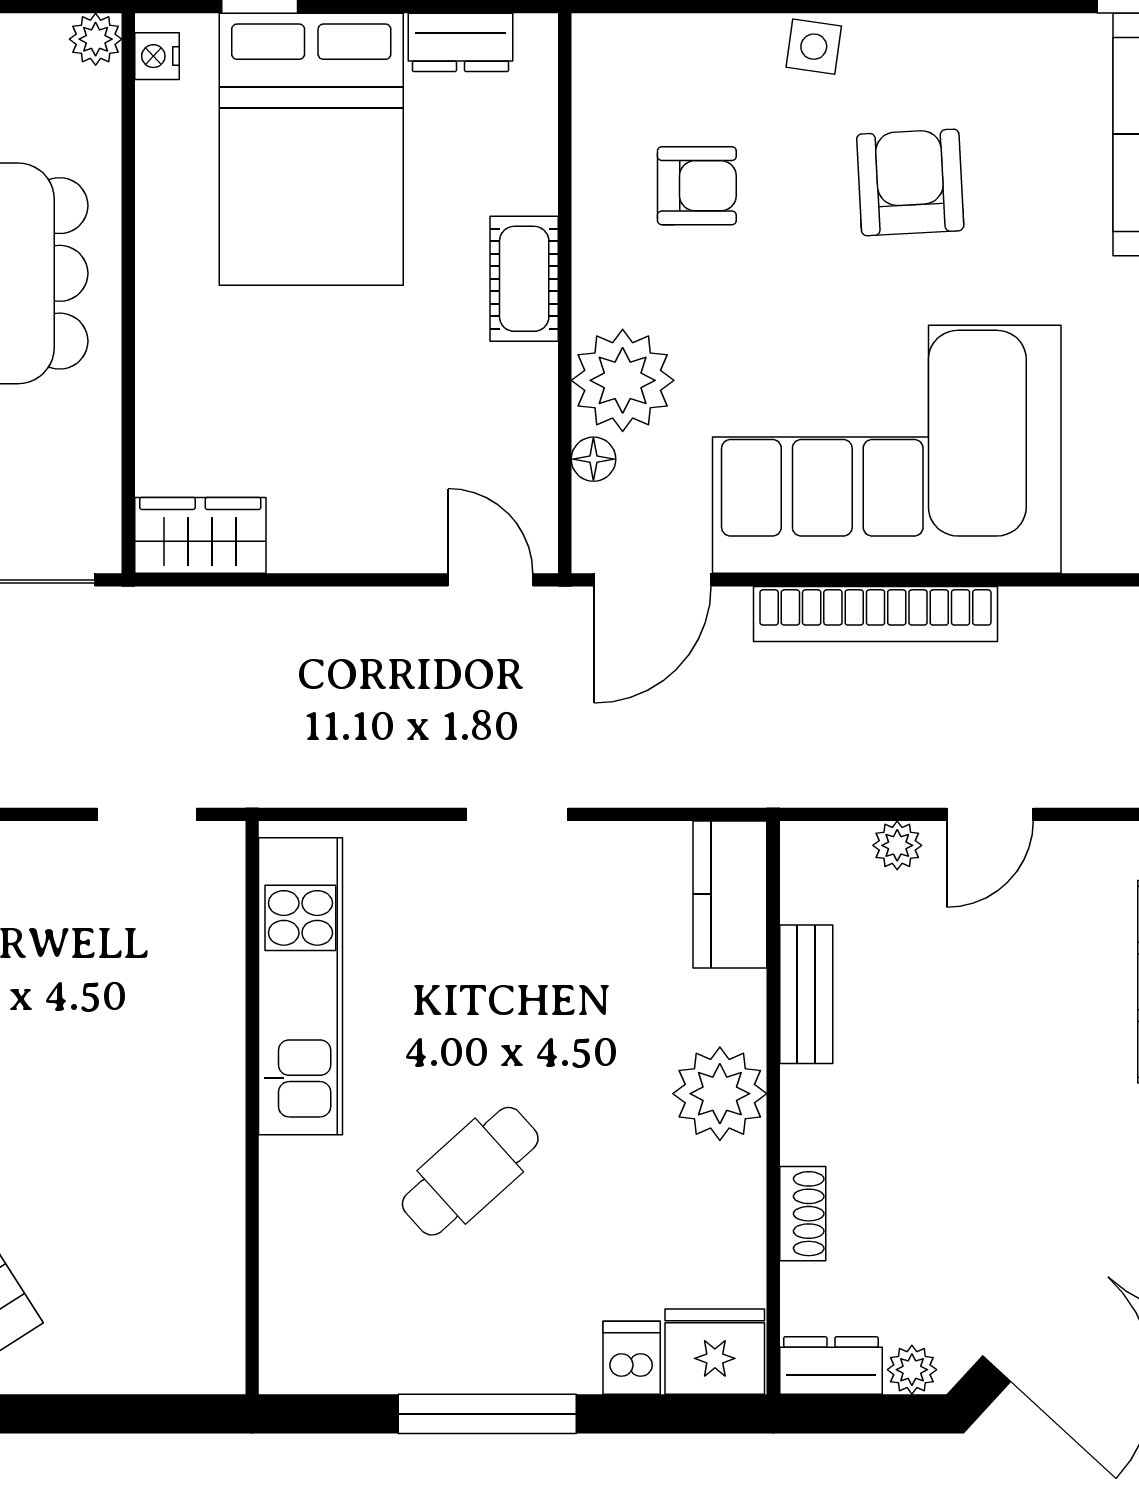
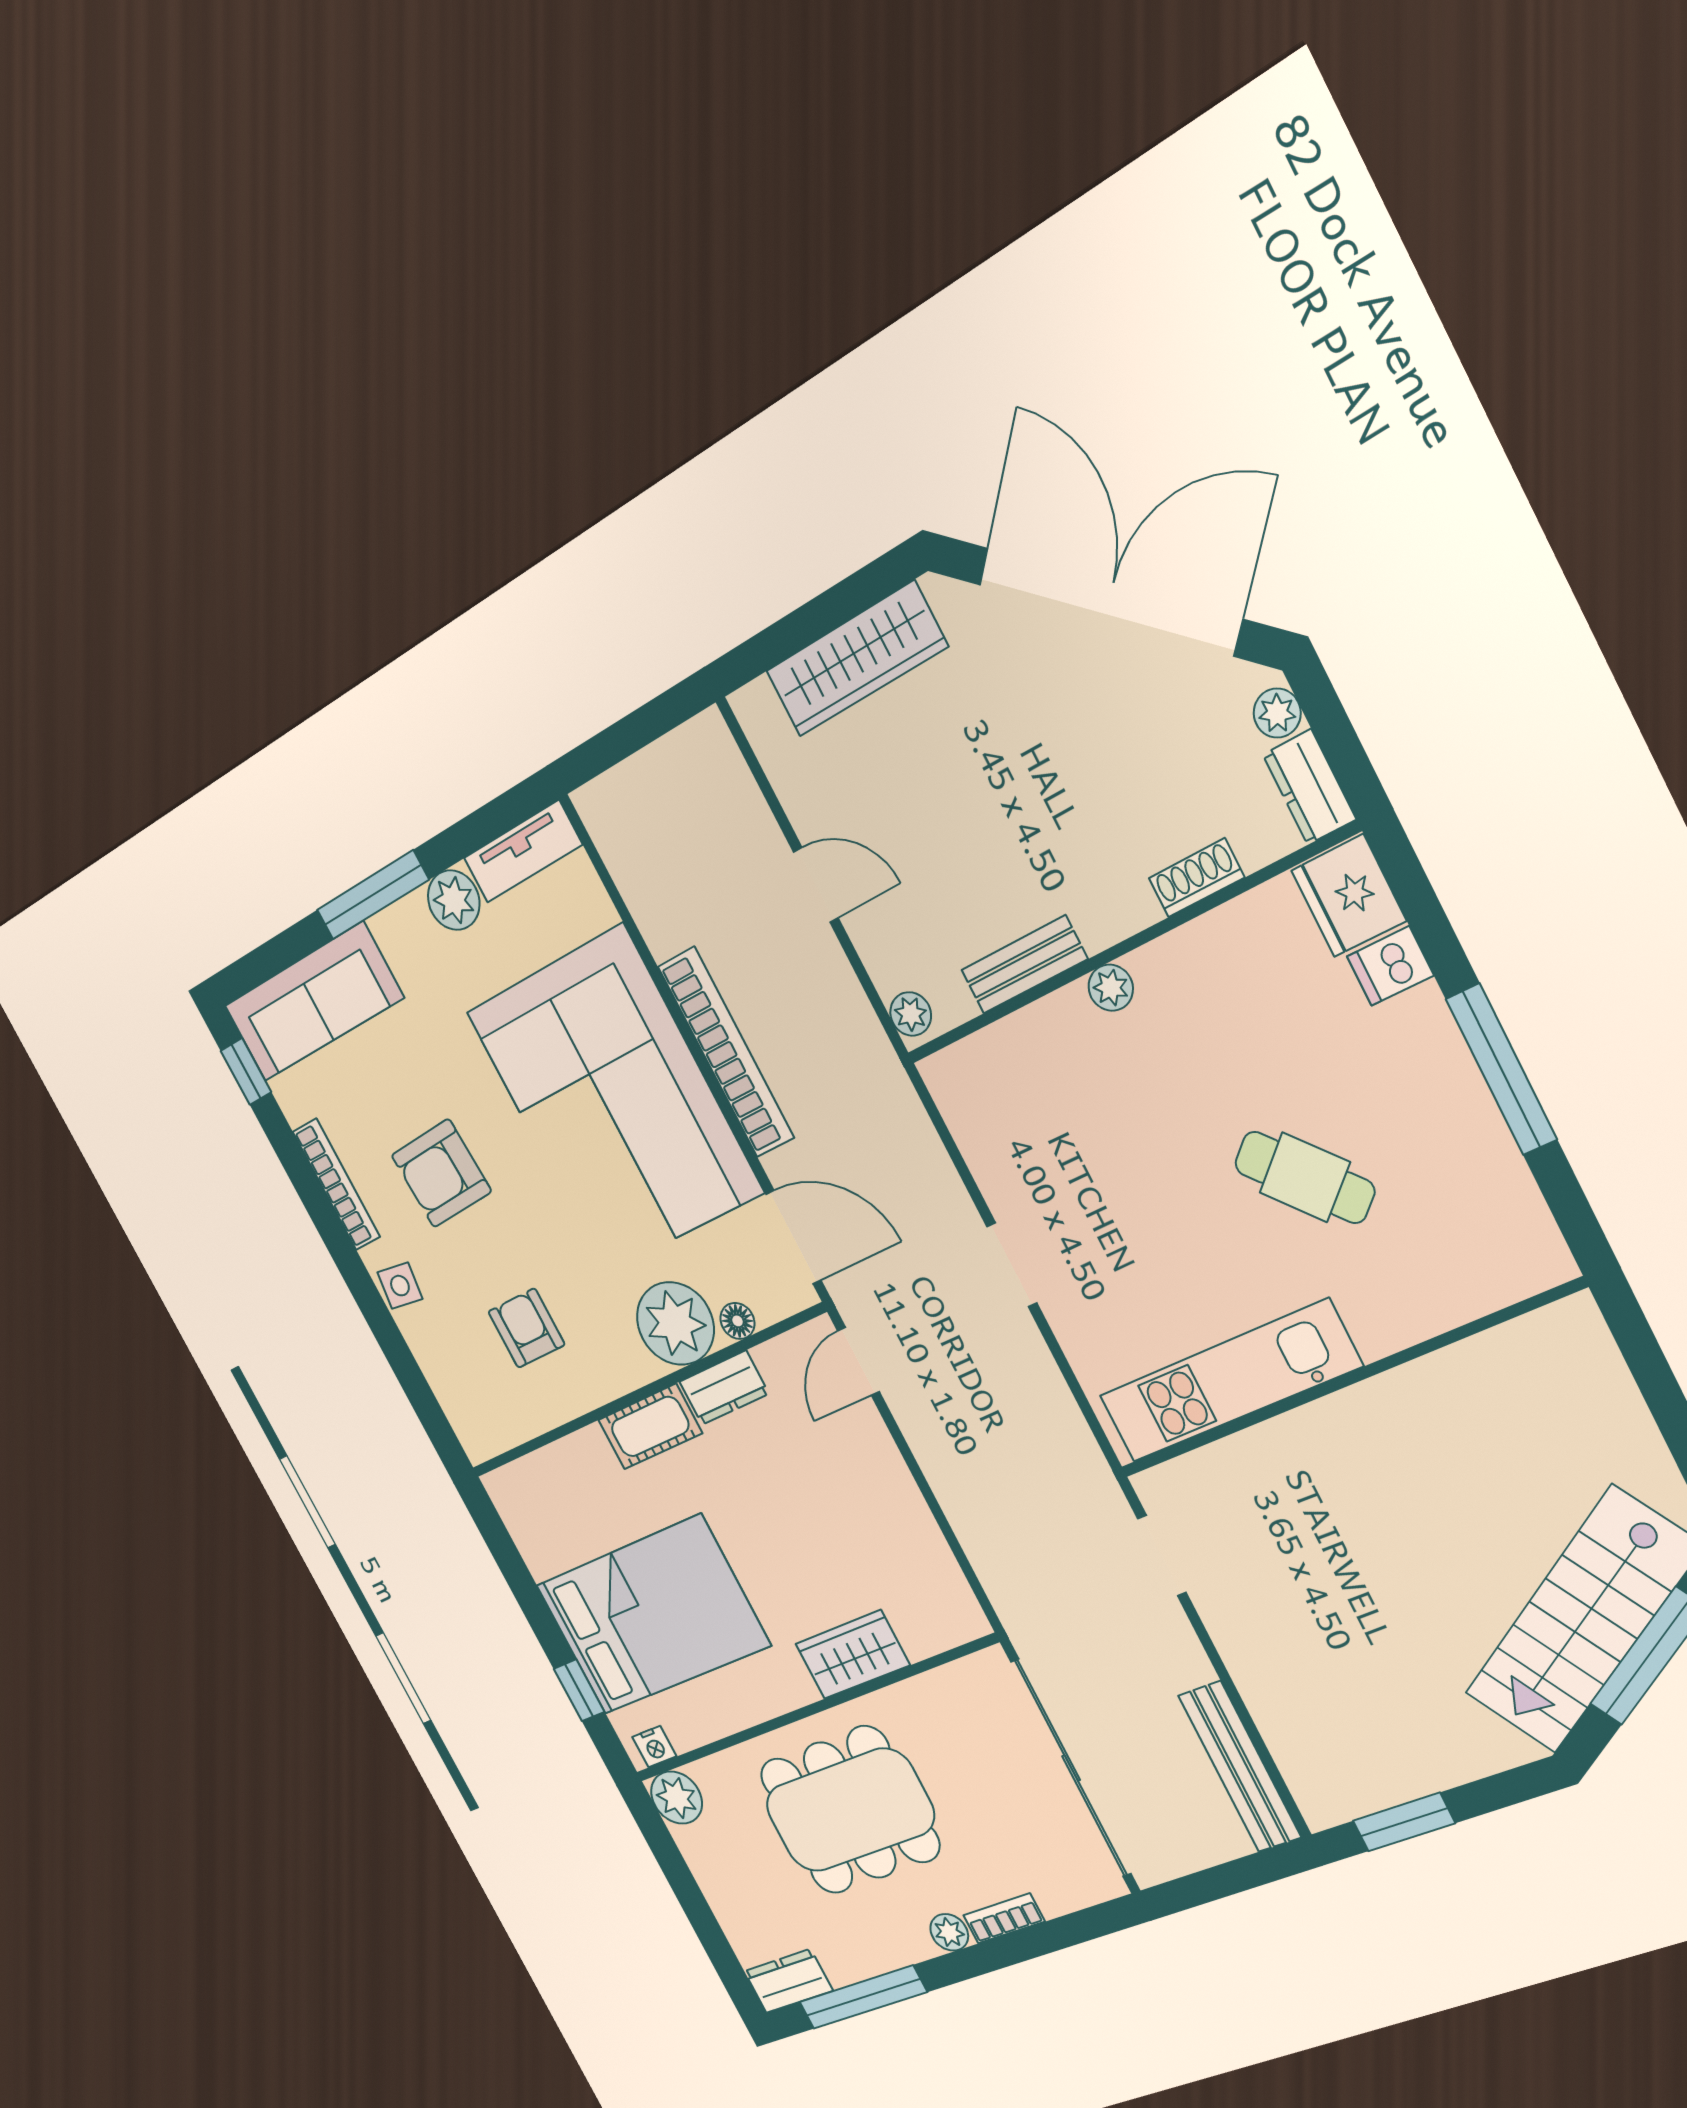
bookcase: (960, 34) -> (336, 1184), added
plant: (96, 39) -> (677, 1798), width x1.38, depth x1.38
dresser: (460, 42) -> (724, 1388), moved, turned 90
wardrobe: (200, 535) -> (852, 1654), moved, turned 90
plant: (897, 845) -> (911, 1014), moved
kitchen counter: (730, 894) -> (982, 1065), removed
plant: (720, 1094) -> (1111, 988), width x0.53, depth x0.53

